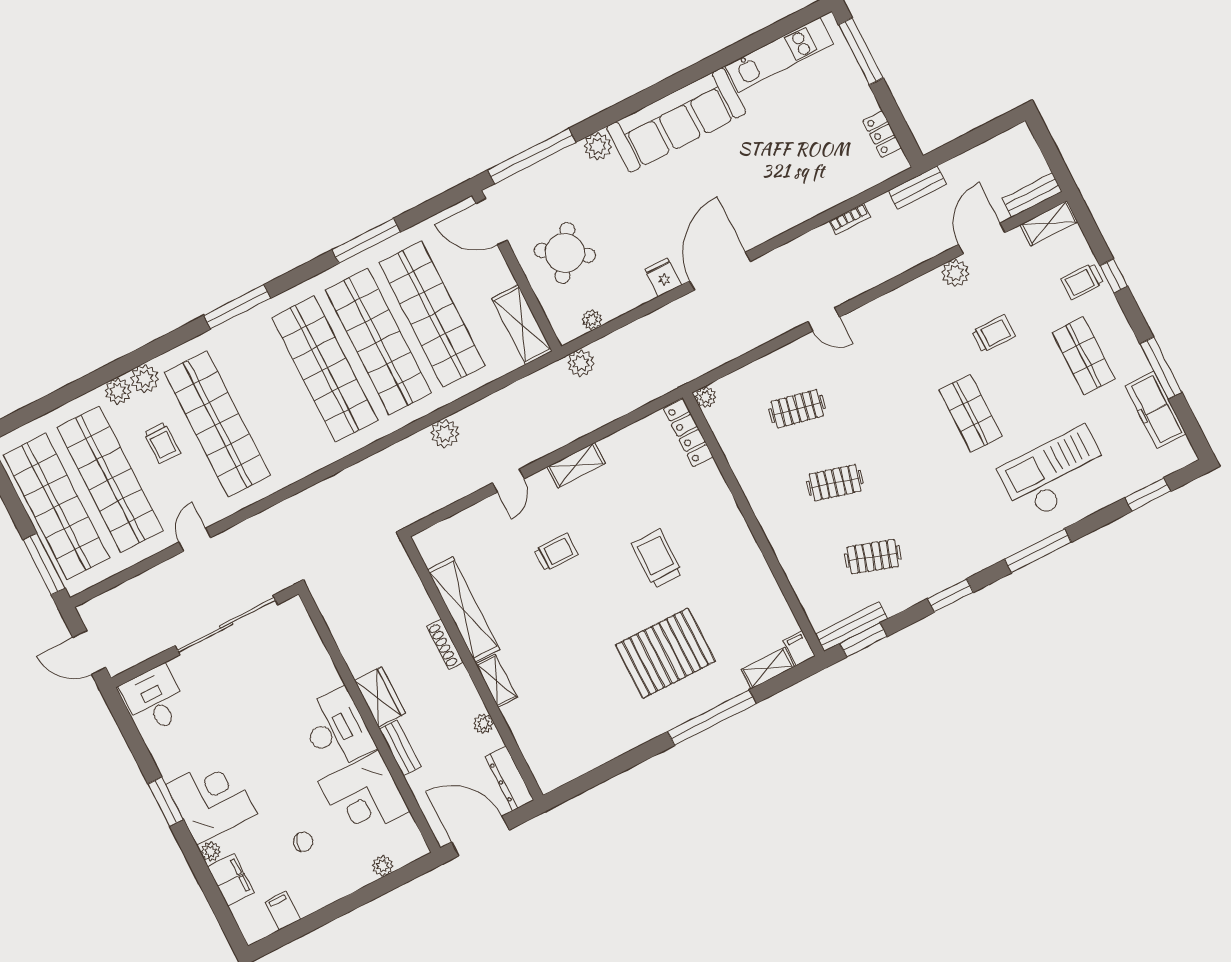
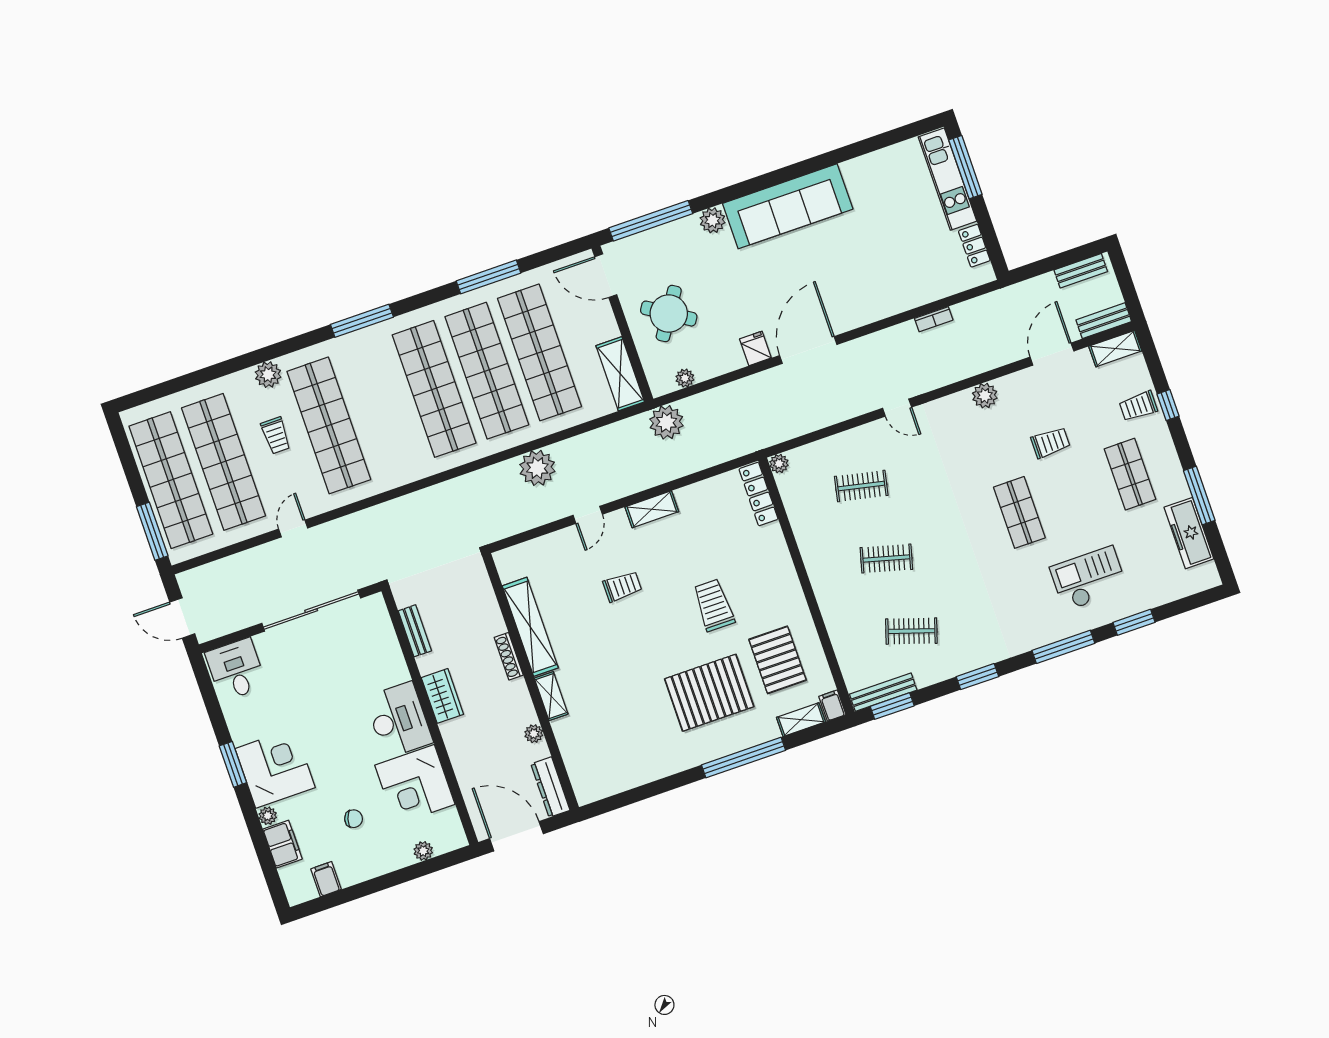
kitchen unit: (779, 55) -> (947, 179), moved, turned 90
bench: (917, 187) -> (1081, 271), moved
plant: (955, 273) -> (985, 396), moved
plant: (581, 363) -> (666, 422), width x1.36, depth x1.36
plant: (118, 391) -> (242, 382), removed
plant: (445, 434) -> (537, 468), width x1.36, depth x1.36
checkout: (1055, 474) -> (1089, 579), width x0.73, depth x0.83
window: (1148, 494) -> (1134, 622), moved
pallet: (734, 608) -> (778, 660), added
bench: (400, 748) -> (415, 631), moved

